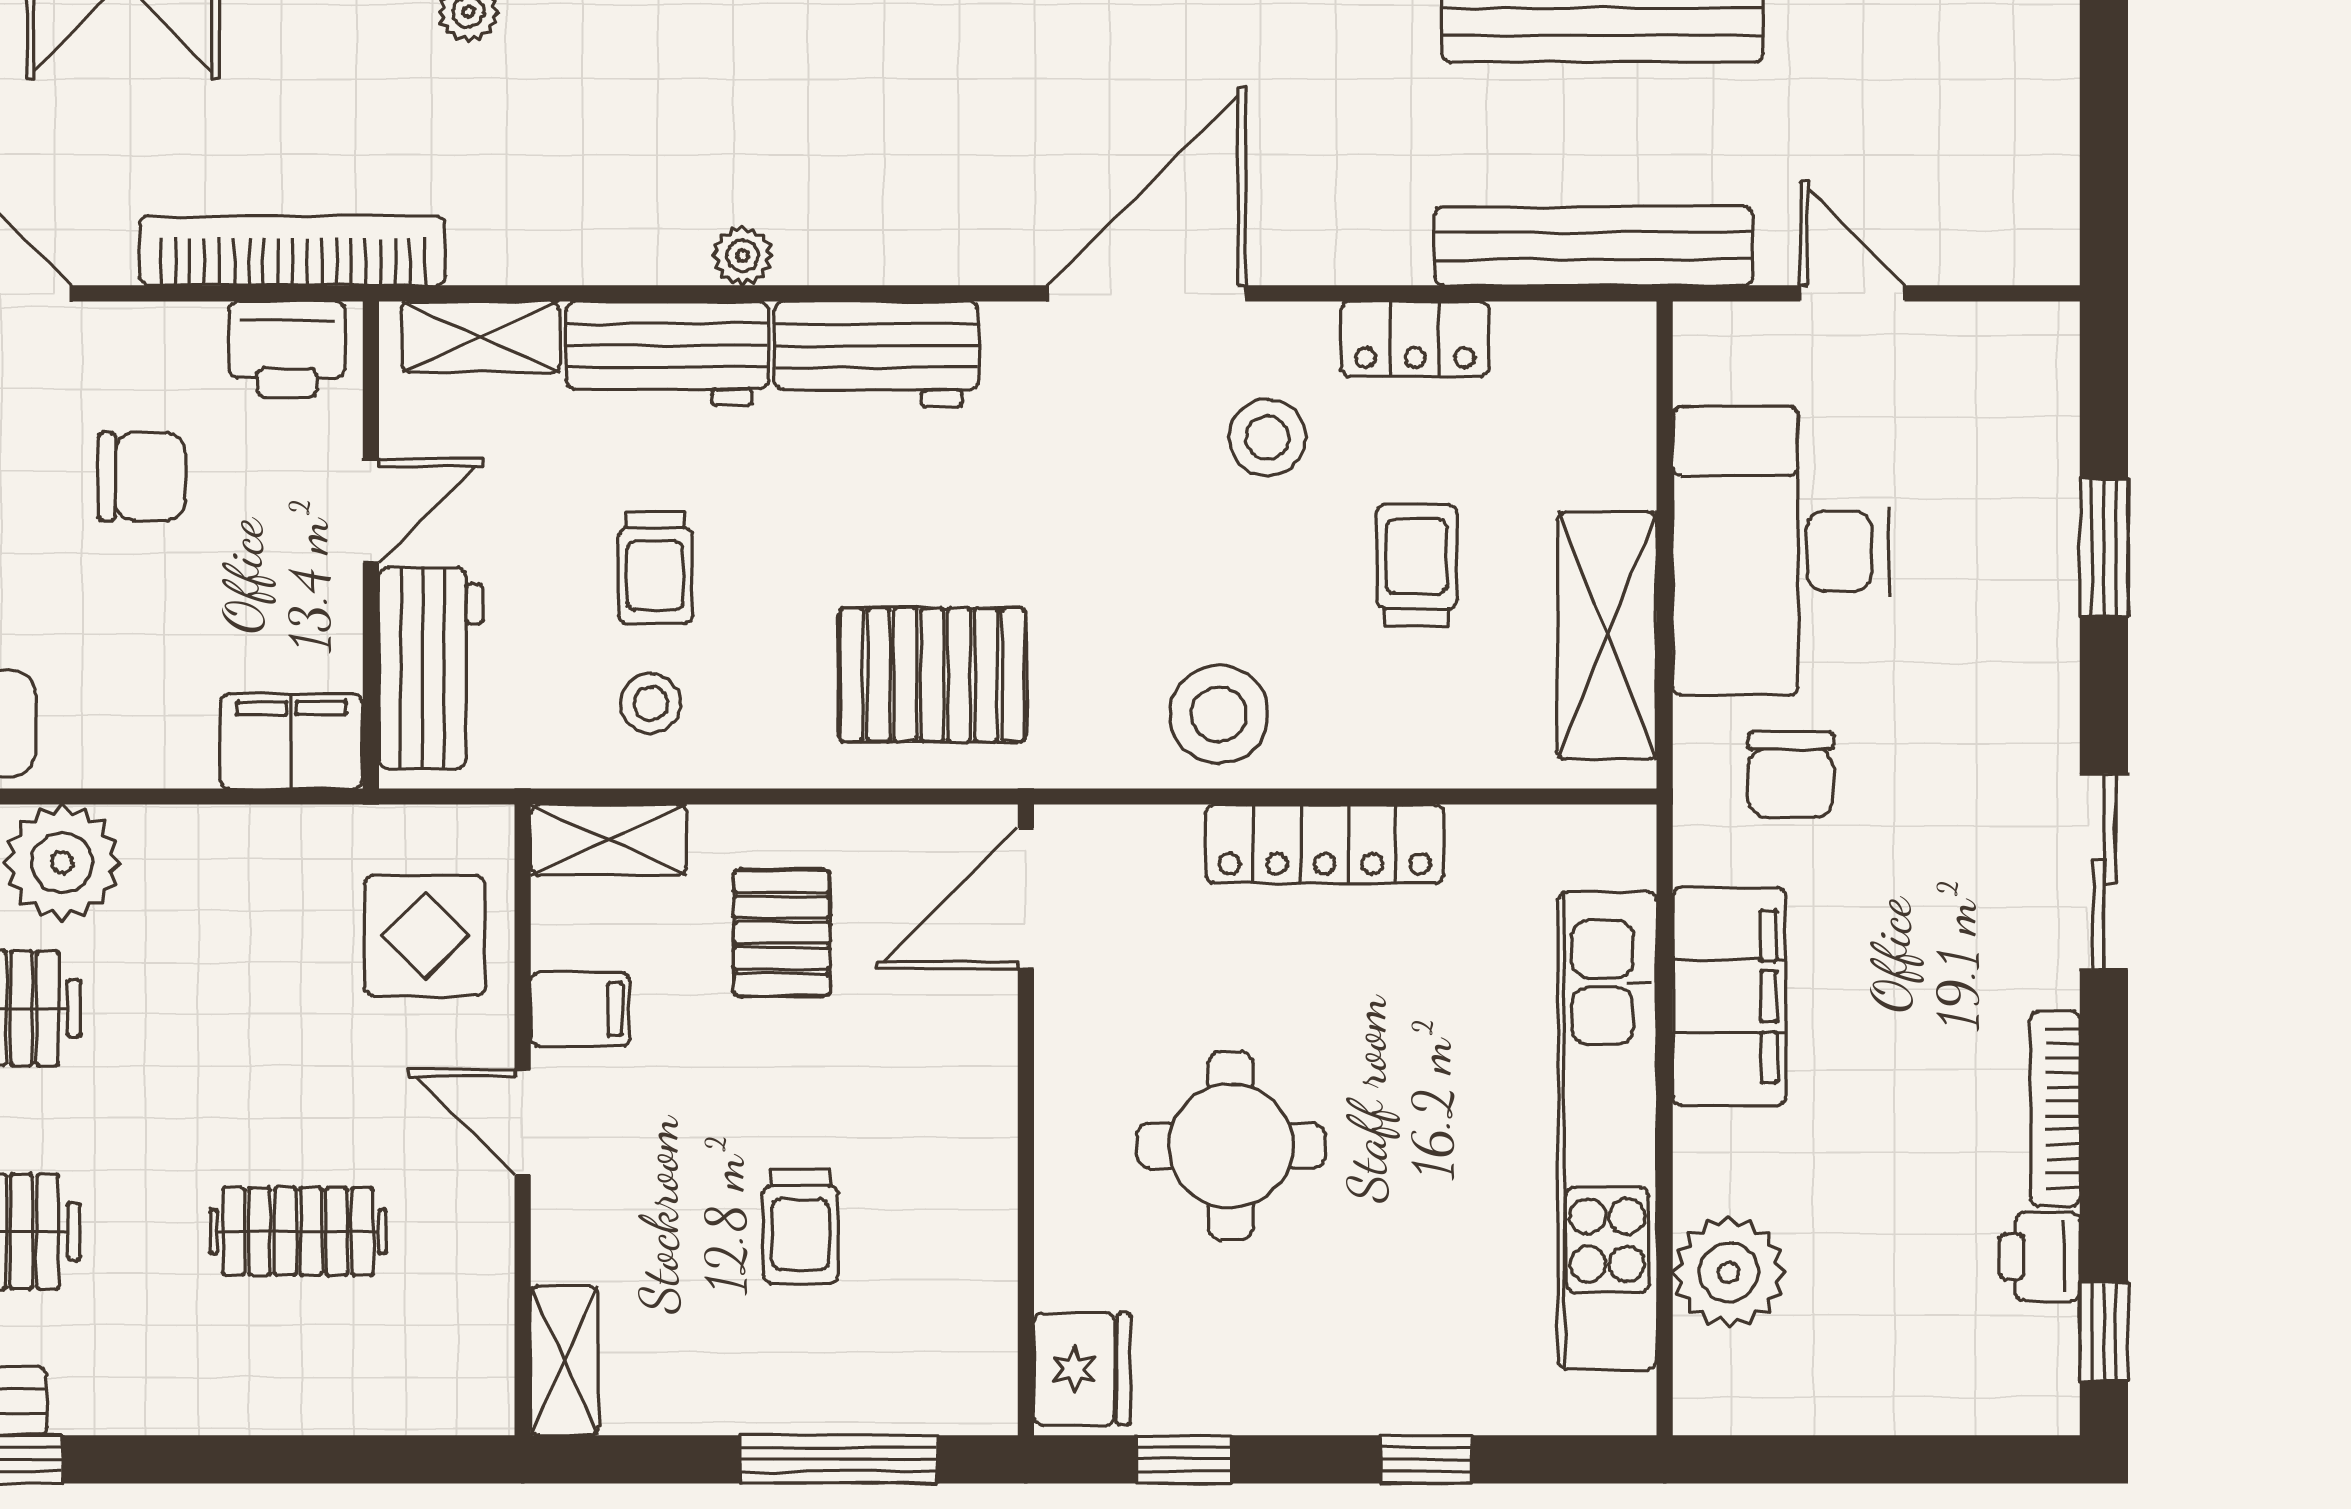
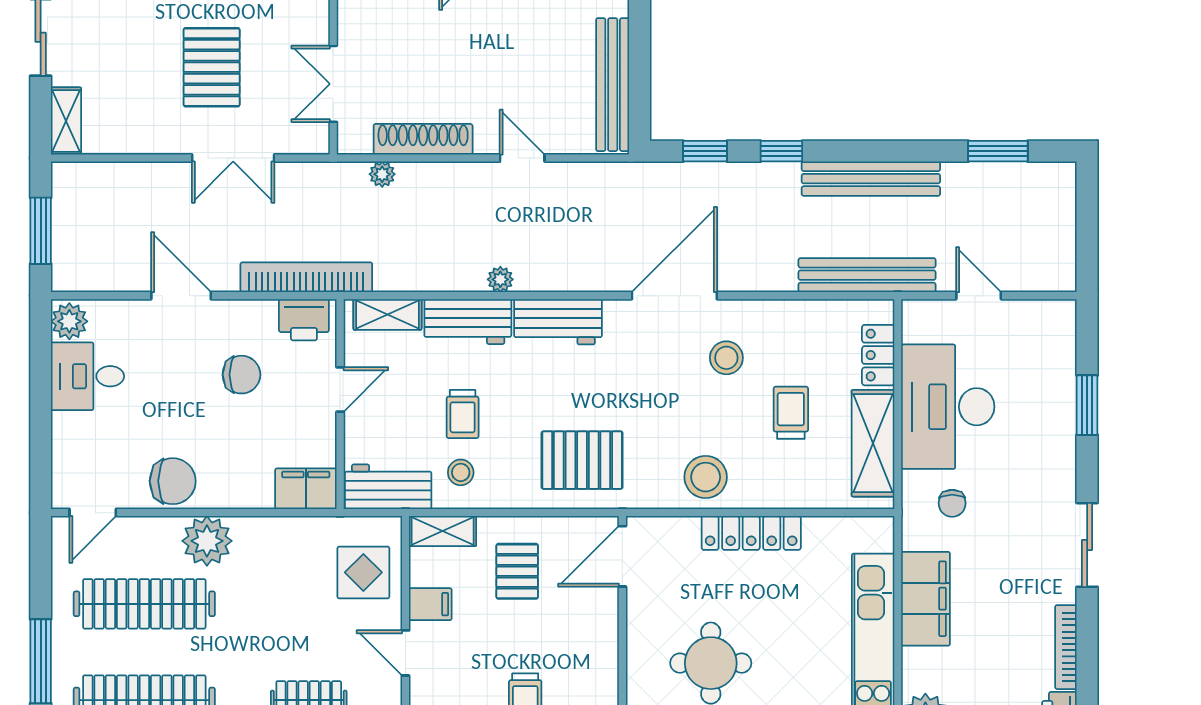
locker: (1415, 339) -> (878, 355), moved, turned 90
workbench: (431, 668) -> (388, 487), moved, turned -90
chair: (1791, 775) -> (952, 503), width x0.73, depth x0.73

